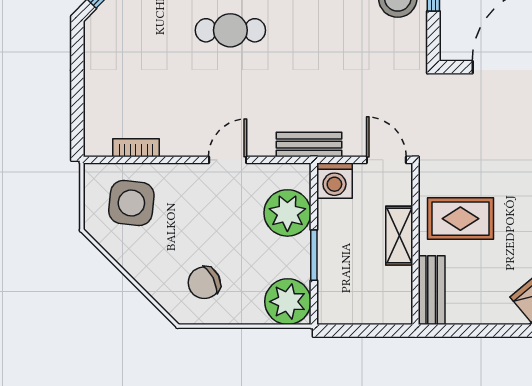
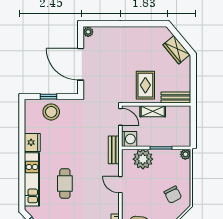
door: (386, 160) -> (120, 117), swing flipped
plant: (288, 302) -> (185, 154), width x0.53, depth x0.53

